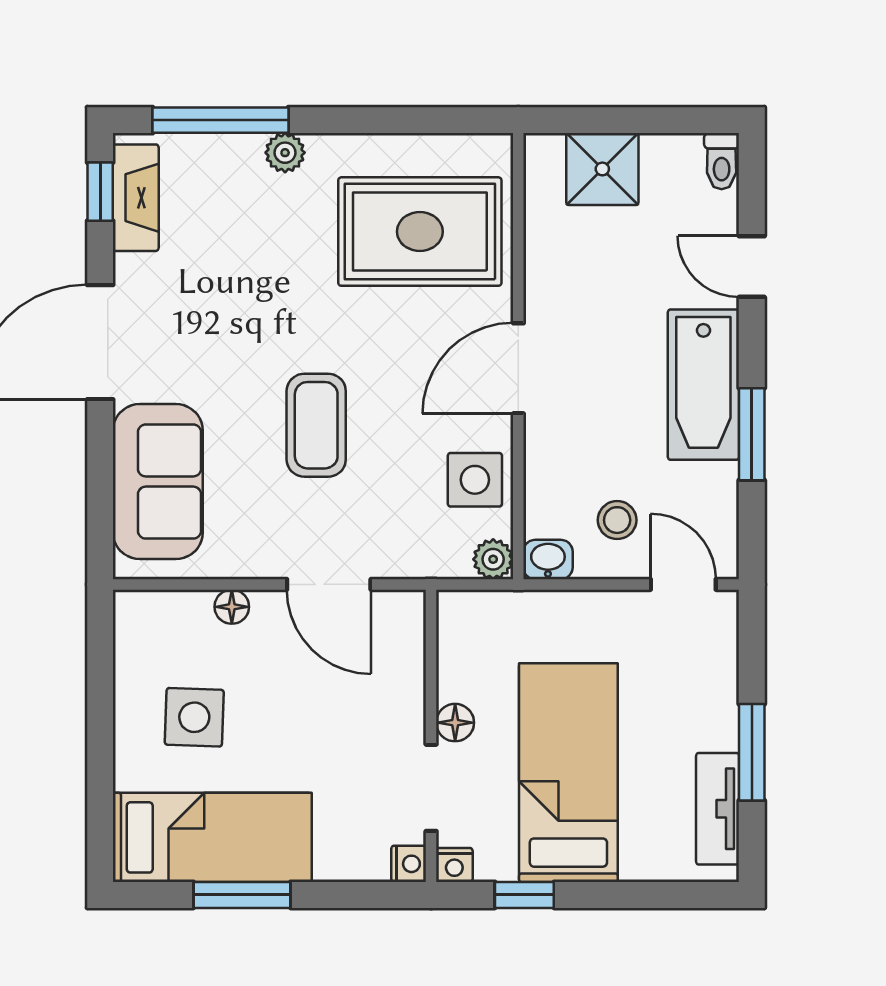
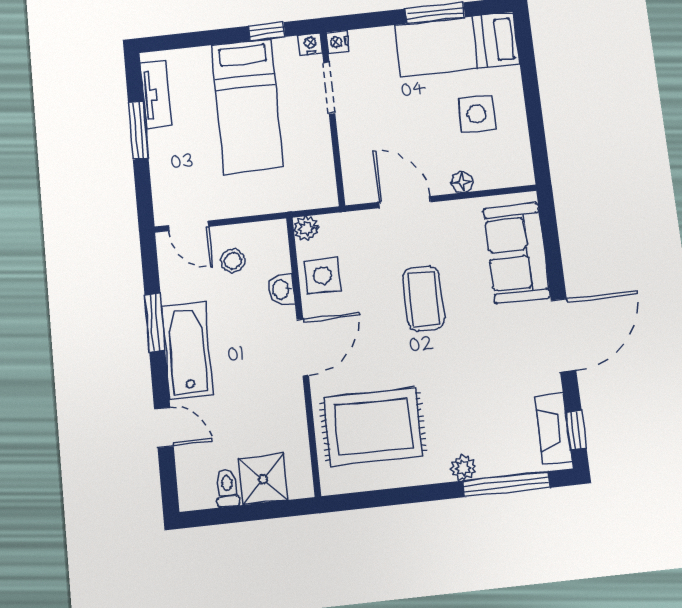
toilet: (722, 161) -> (227, 488), moved
washbasin: (548, 560) -> (281, 289), moved, turned 90
floor lamp: (455, 723) -> (319, 128), removed

